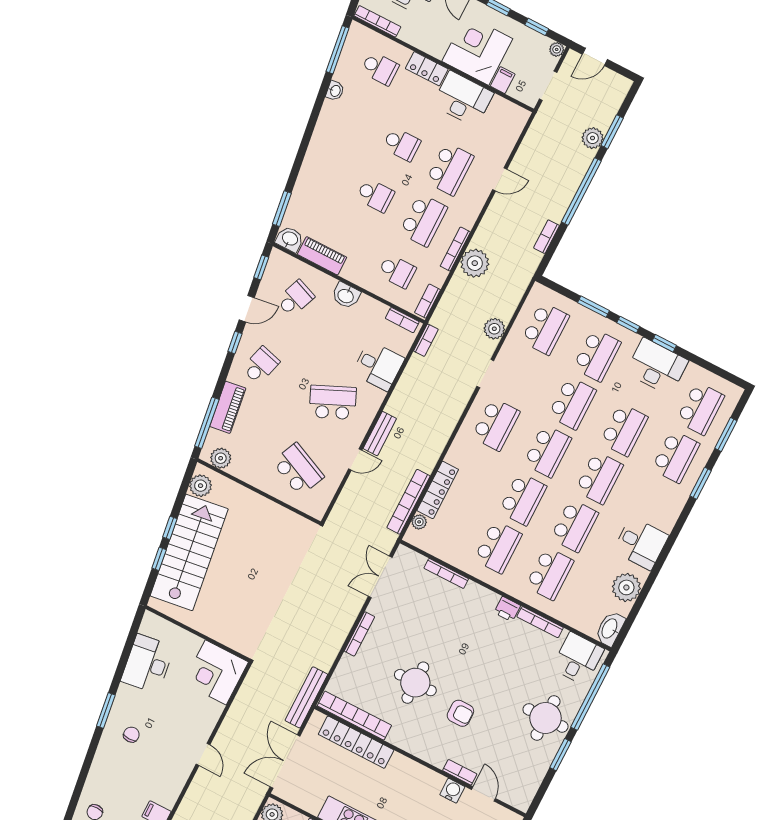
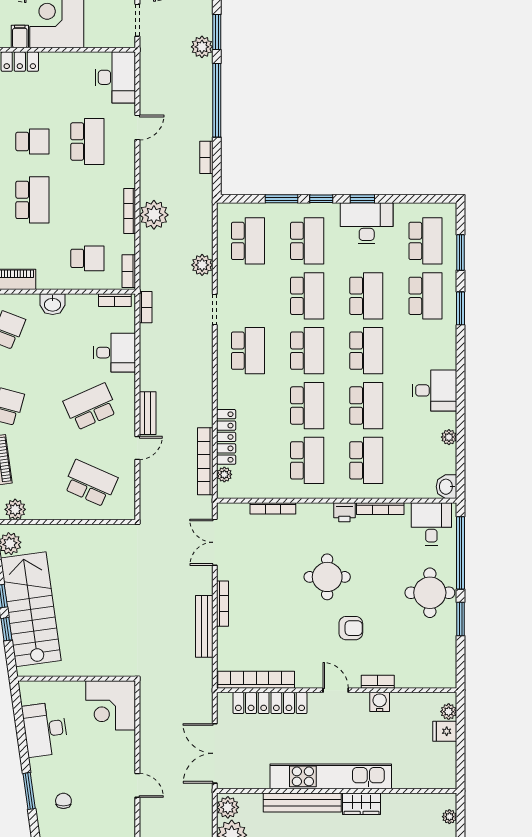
filing cabinet: (503, 80) -> (20, 36), moved
desk: (463, 99) -> (115, 77), moved, turned 90
school desk: (375, 195) -> (32, 200), width x1.85
school desk: (423, 220) -> (87, 200), removed
plant: (626, 587) -> (449, 437), width x0.53, depth x0.53
washbasin: (610, 629) -> (446, 487), width x0.72
round table: (415, 683) -> (327, 577), moved
bench: (306, 697) -> (204, 626), moved
door: (483, 794) -> (336, 690), moved

